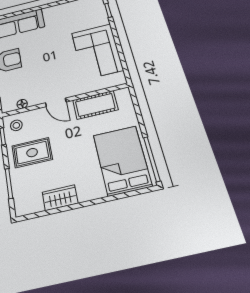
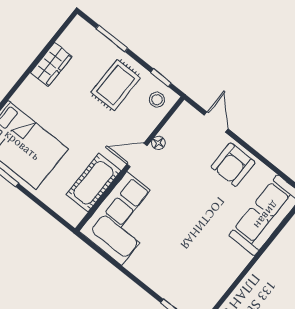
corner sofa: (97, 51) -> (124, 218), moved, turned 90
floor lamp: (22, 104) -> (158, 143), moved

